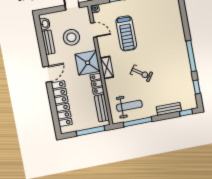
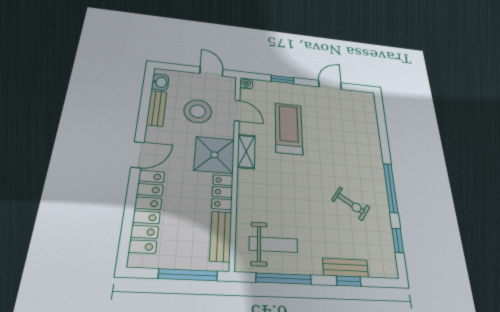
treadmill: (126, 33) -> (289, 129), turned 180
shelving: (107, 67) -> (246, 151), moved
exercise bike: (141, 73) -> (351, 204), moved
window: (186, 113) -> (349, 281), moved

